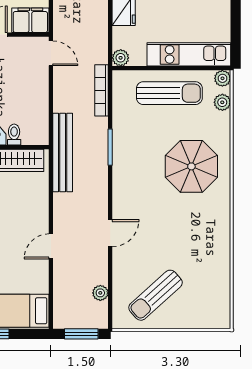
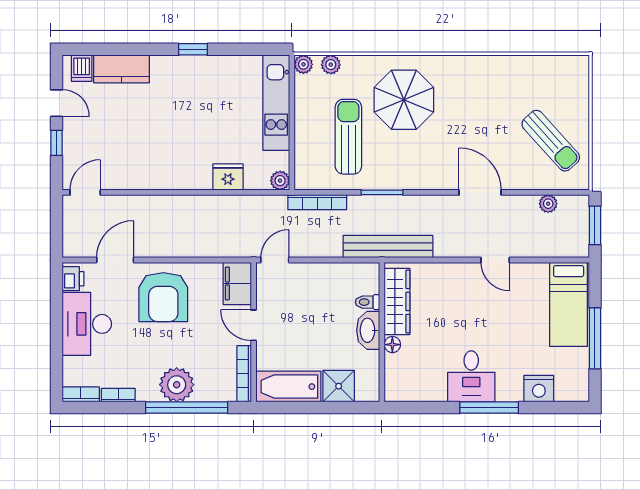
sun lounger: (169, 93) -> (348, 137), moved
door: (110, 233) -> (480, 192), width x1.38

